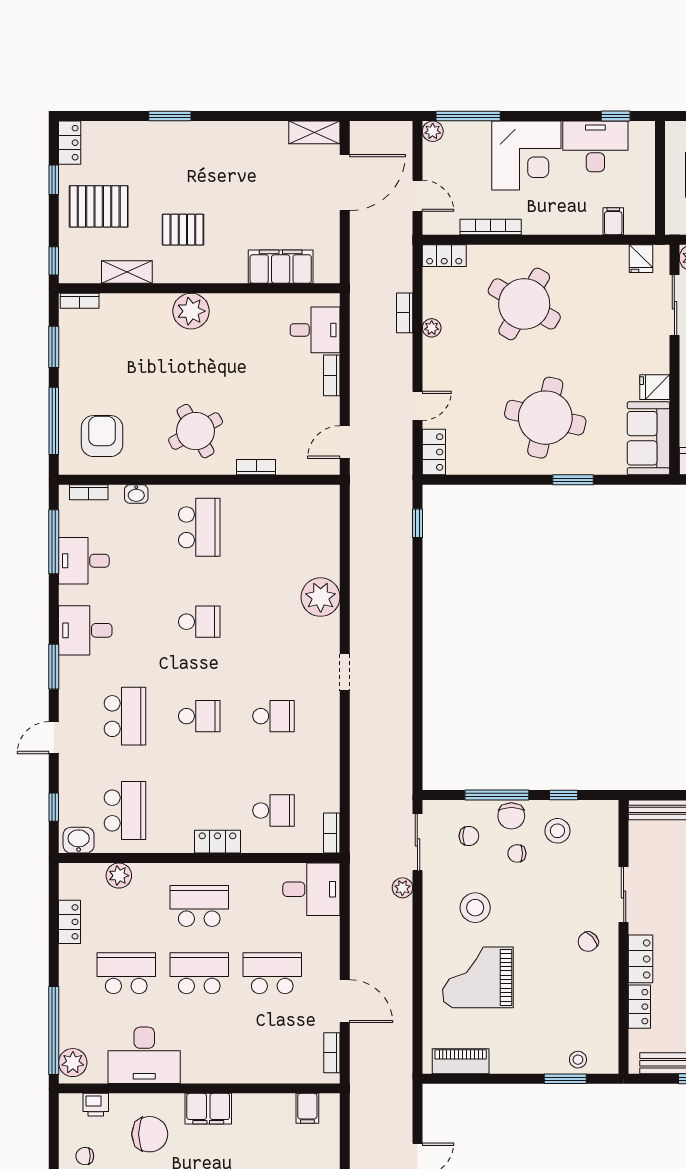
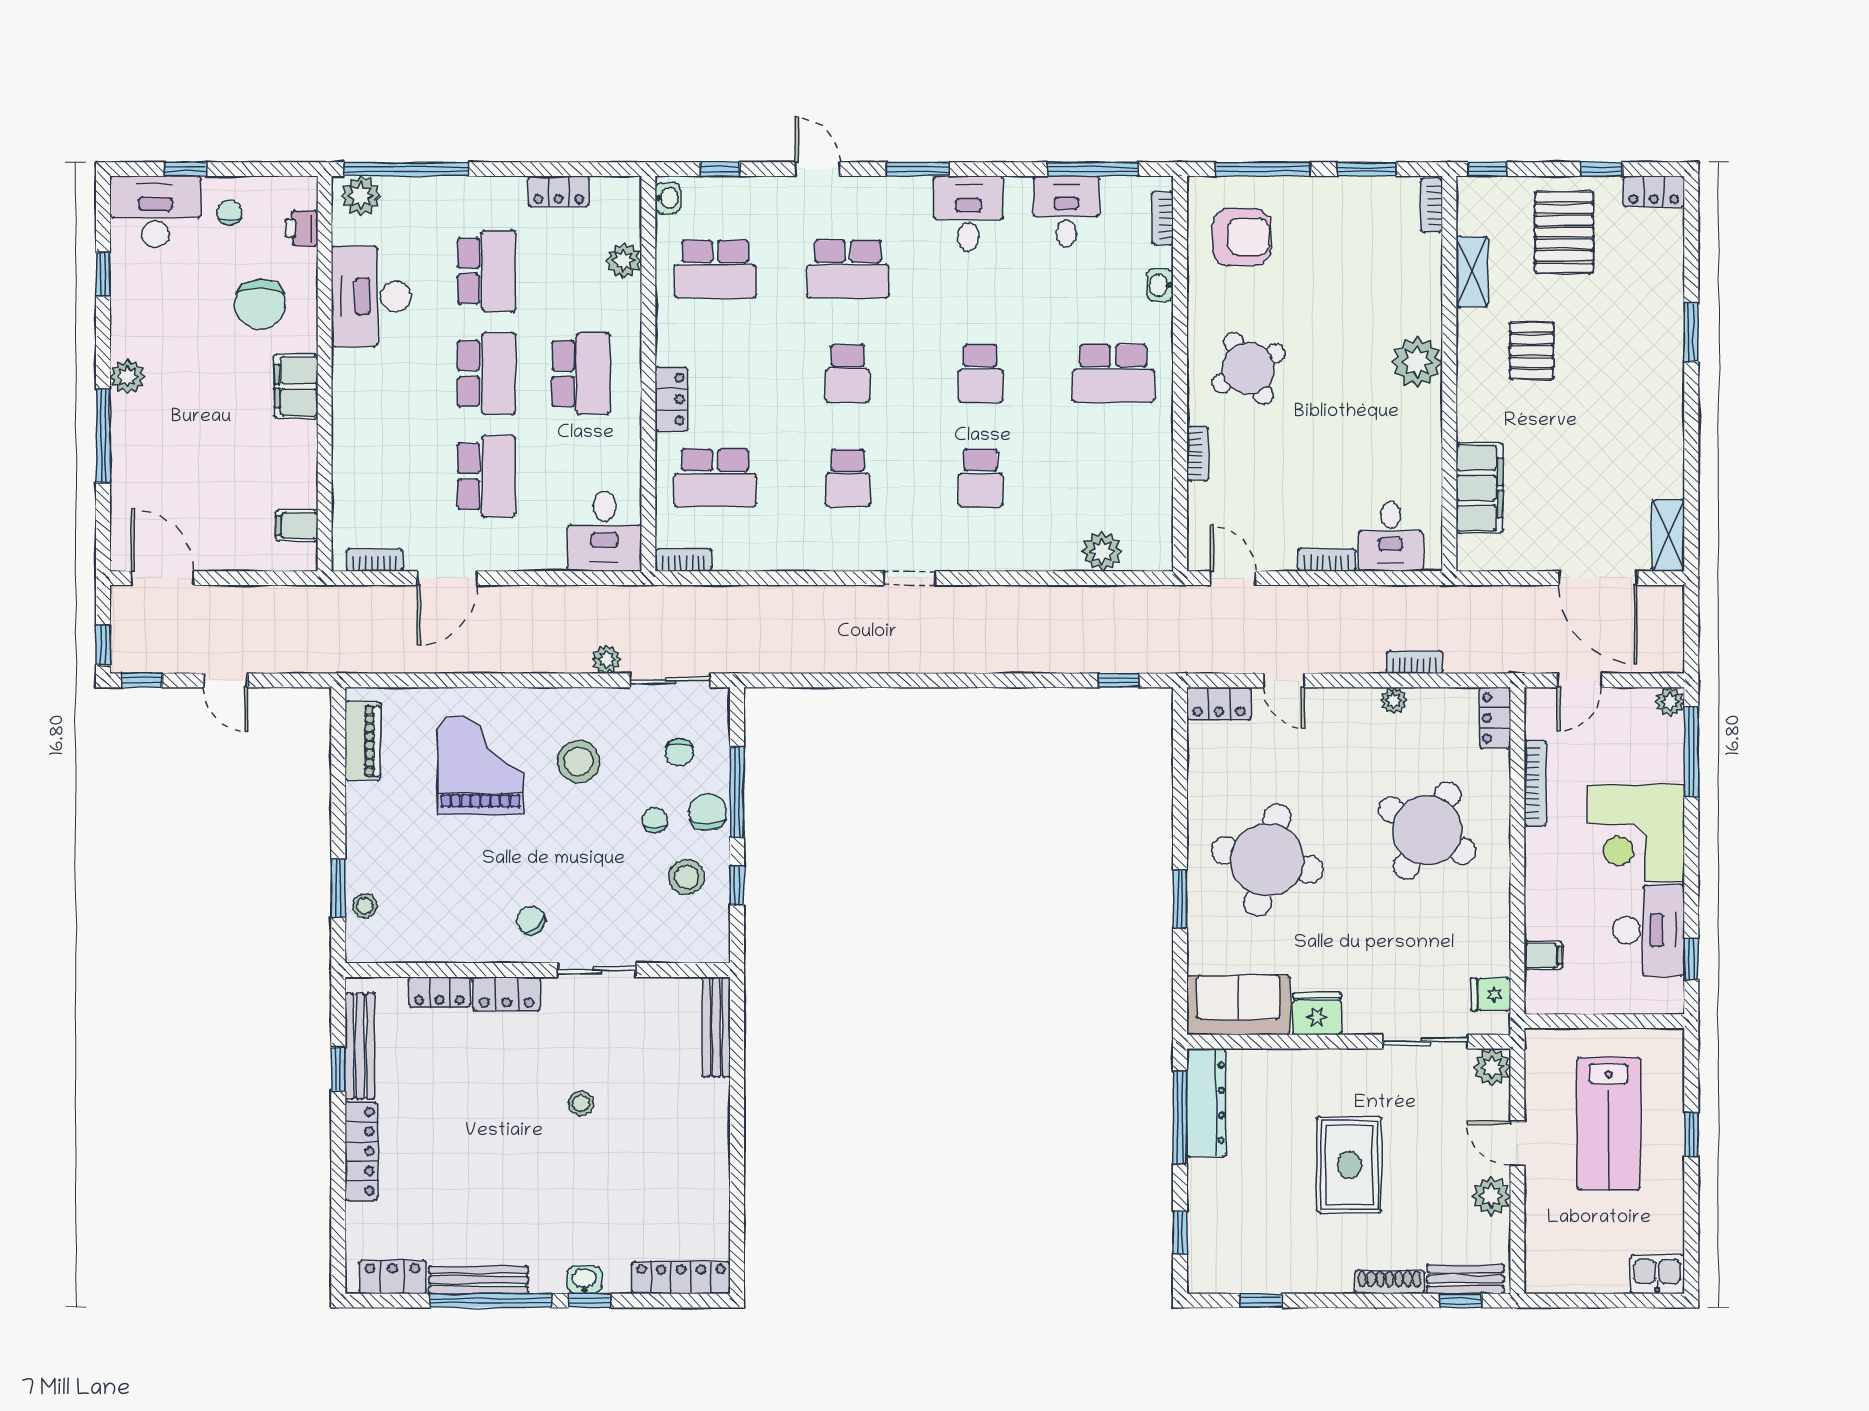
fridge: (655, 387) -> (1317, 1014), width x1.38
plant: (321, 597) -> (1102, 551), moved, width x0.73, depth x0.73
school desk: (273, 622) -> (981, 478), added
school desk: (273, 811) -> (715, 478), width x1.85
chair: (511, 816) -> (708, 812), turned 90
washbasin: (79, 840) -> (668, 198), width x0.72, depth x0.69

